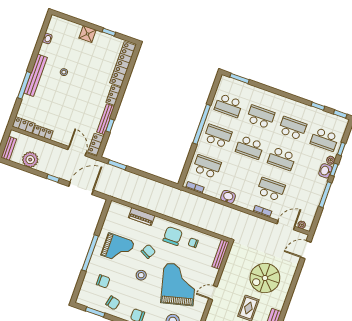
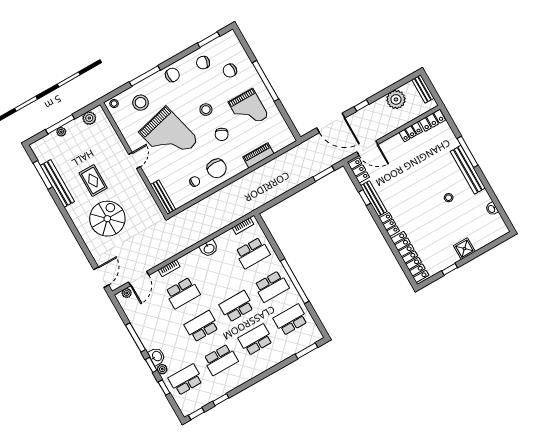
school desk: (261, 117) -> (256, 340), turned 180
door: (81, 188) -> (331, 123), hinge flipped
grand piano: (118, 248) -> (248, 109), turned -90

